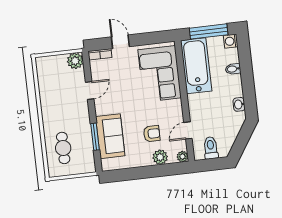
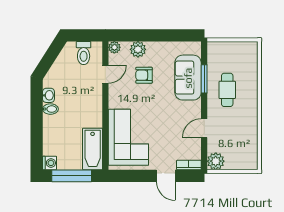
bathtub: (196, 66) -> (93, 149), width x0.73, depth x0.73
bidet: (233, 69) -> (50, 109), moved
cafe table: (63, 148) -> (227, 90), moved

